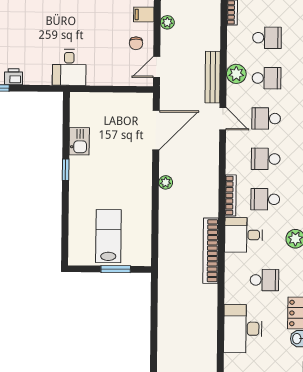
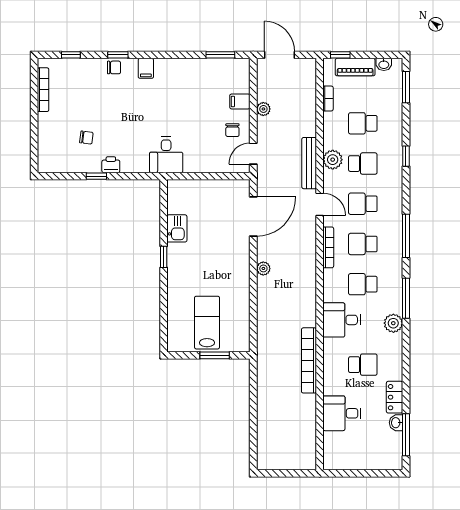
school desk: (267, 38) -> (363, 123), turned 180
bookcase: (231, 195) -> (328, 247), moved
bookcase: (211, 251) -> (309, 360), moved
desk: (243, 329) -> (342, 413), width x0.73

